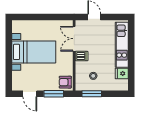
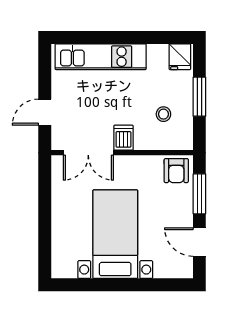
fridge: (122, 73) -> (180, 57), moved
door: (30, 94) -> (199, 242), swing flipped
window: (92, 94) -> (199, 97), moved

